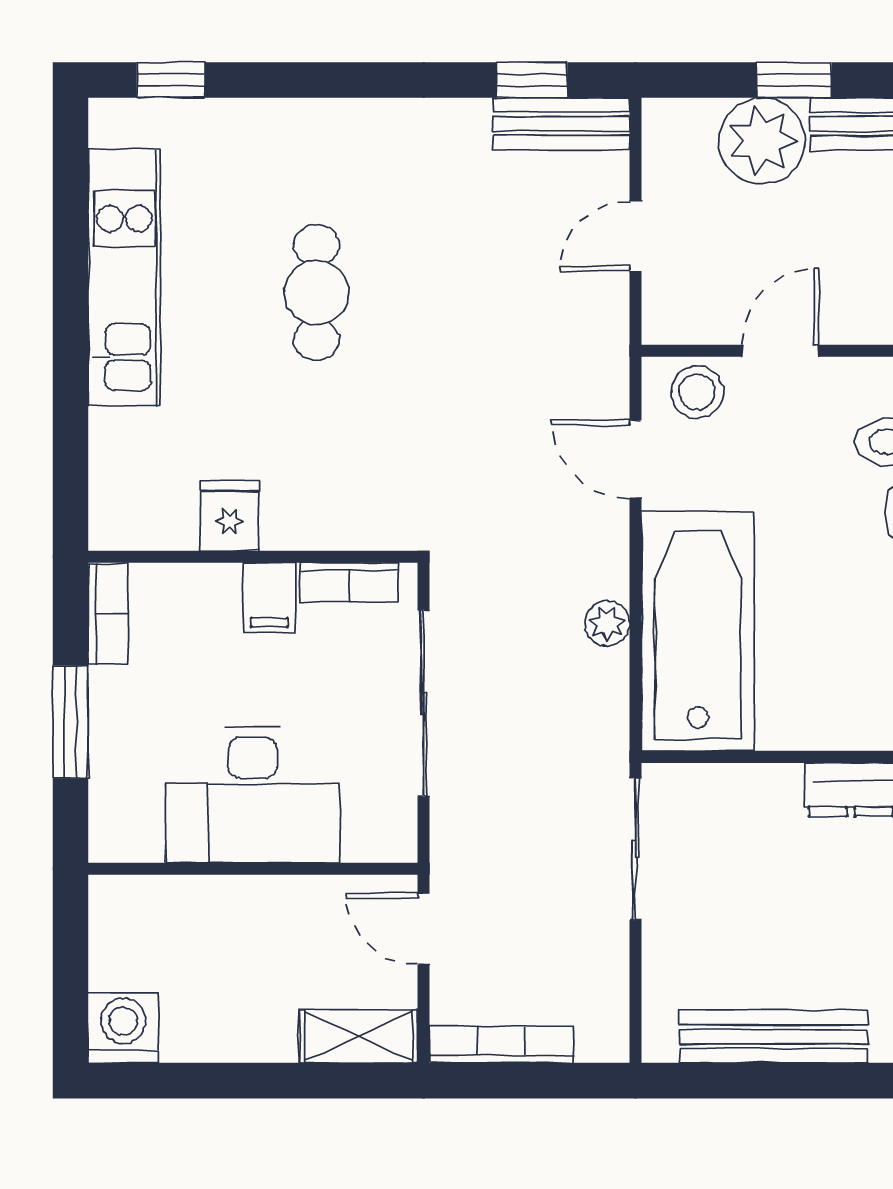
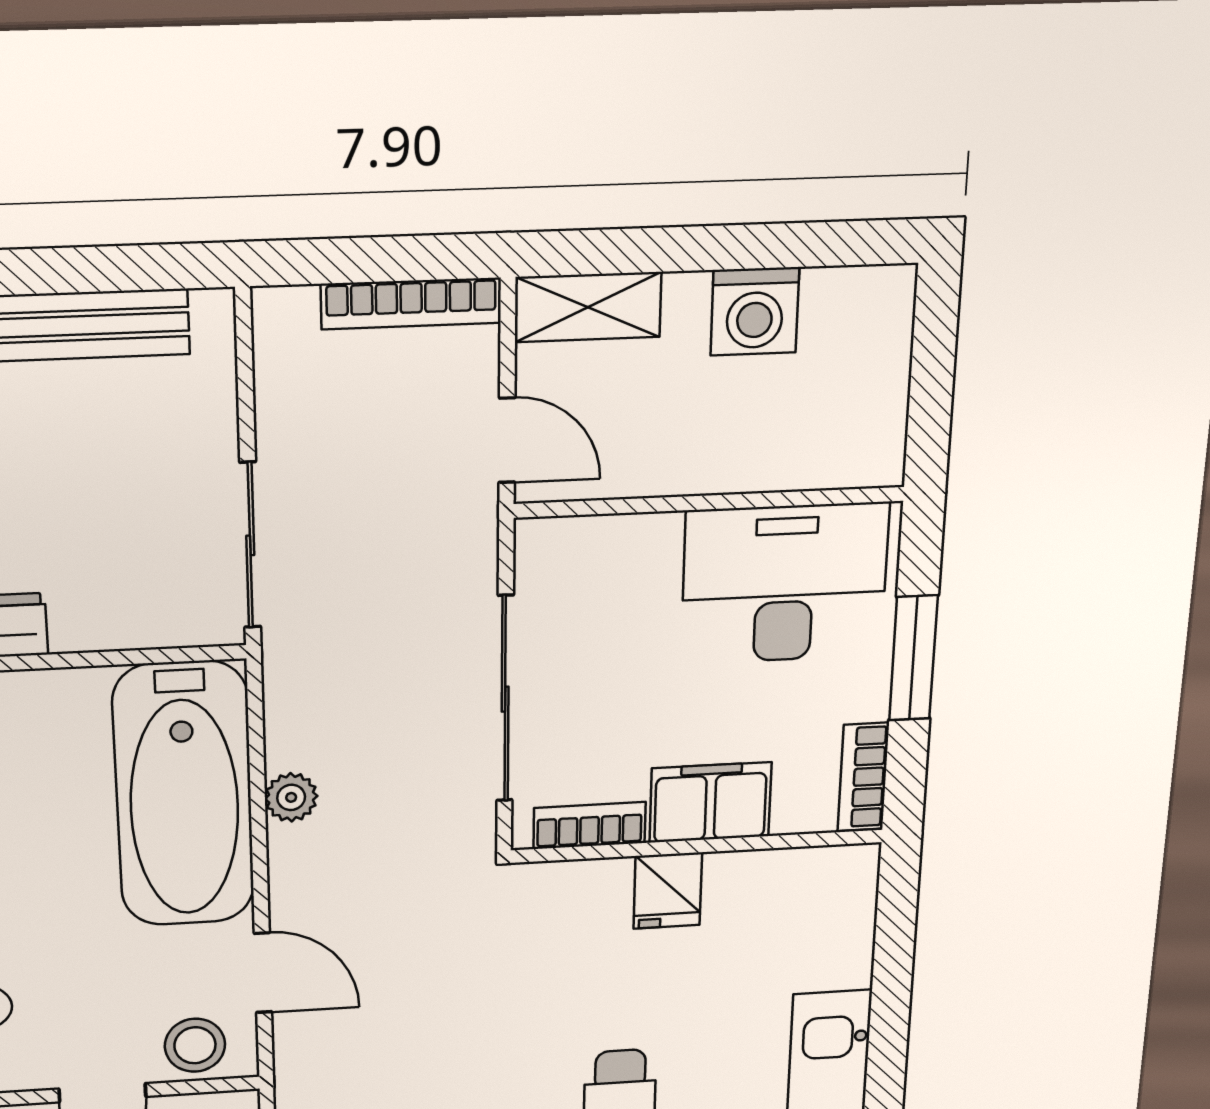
fridge: (230, 516) -> (668, 891), moved
filing cabinet: (269, 598) -> (710, 802), width x2.00
desk: (253, 795) -> (785, 583), moved
washing machine: (123, 1028) -> (755, 311), moved

